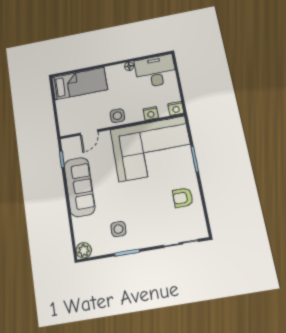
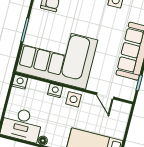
nightstand: (151, 113) -> (55, 91), moved
door: (89, 132) -> (105, 96), swing flipped

